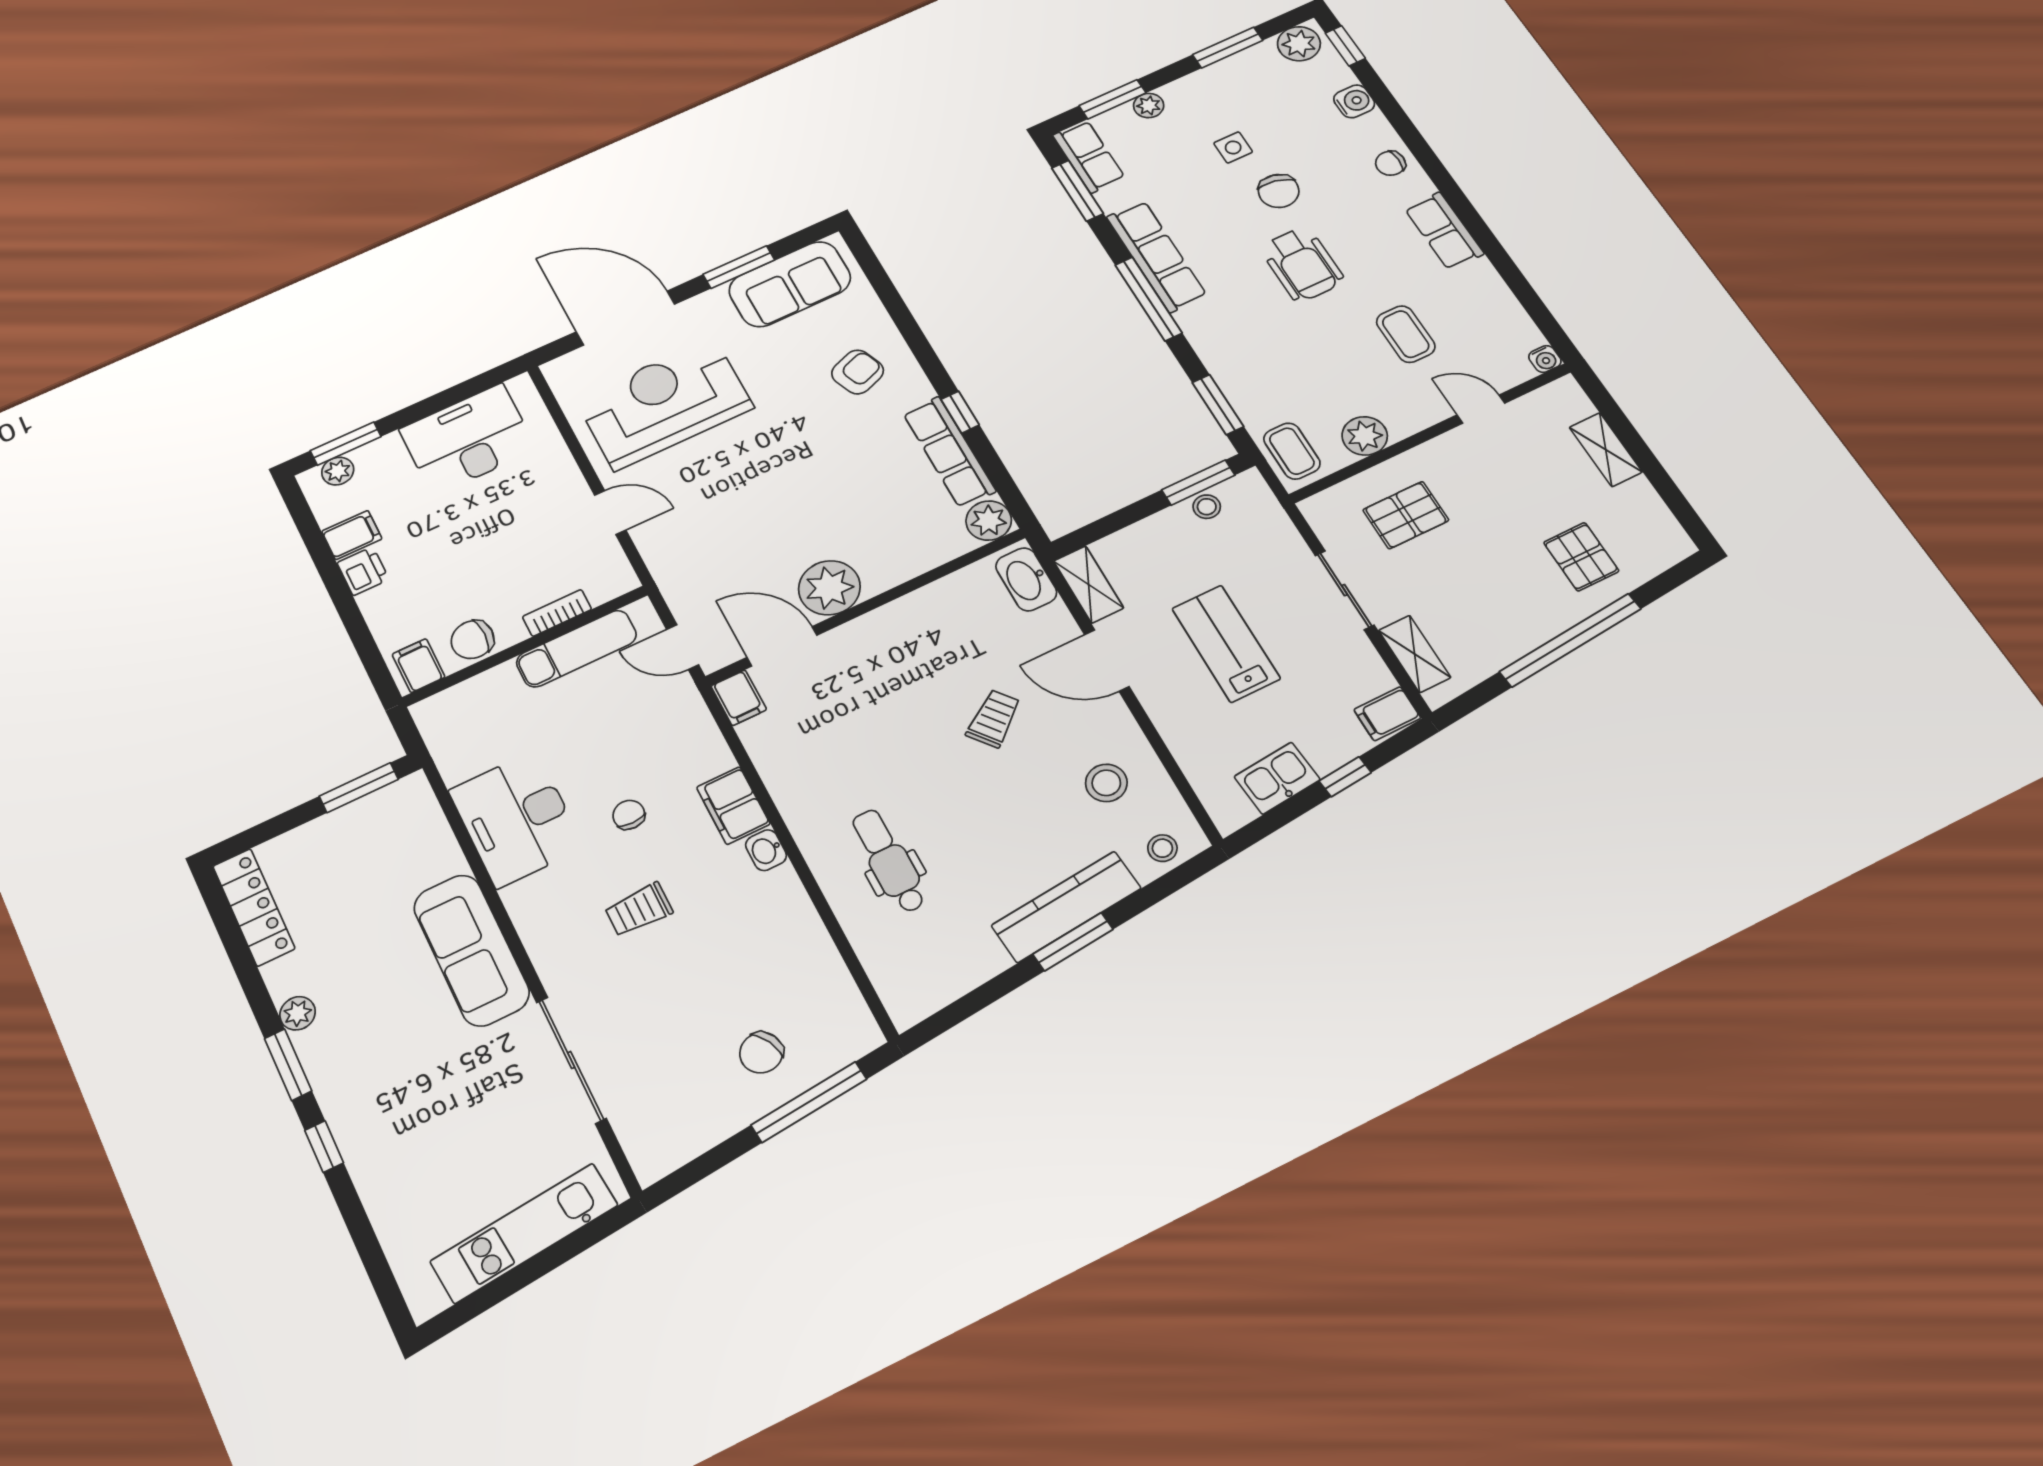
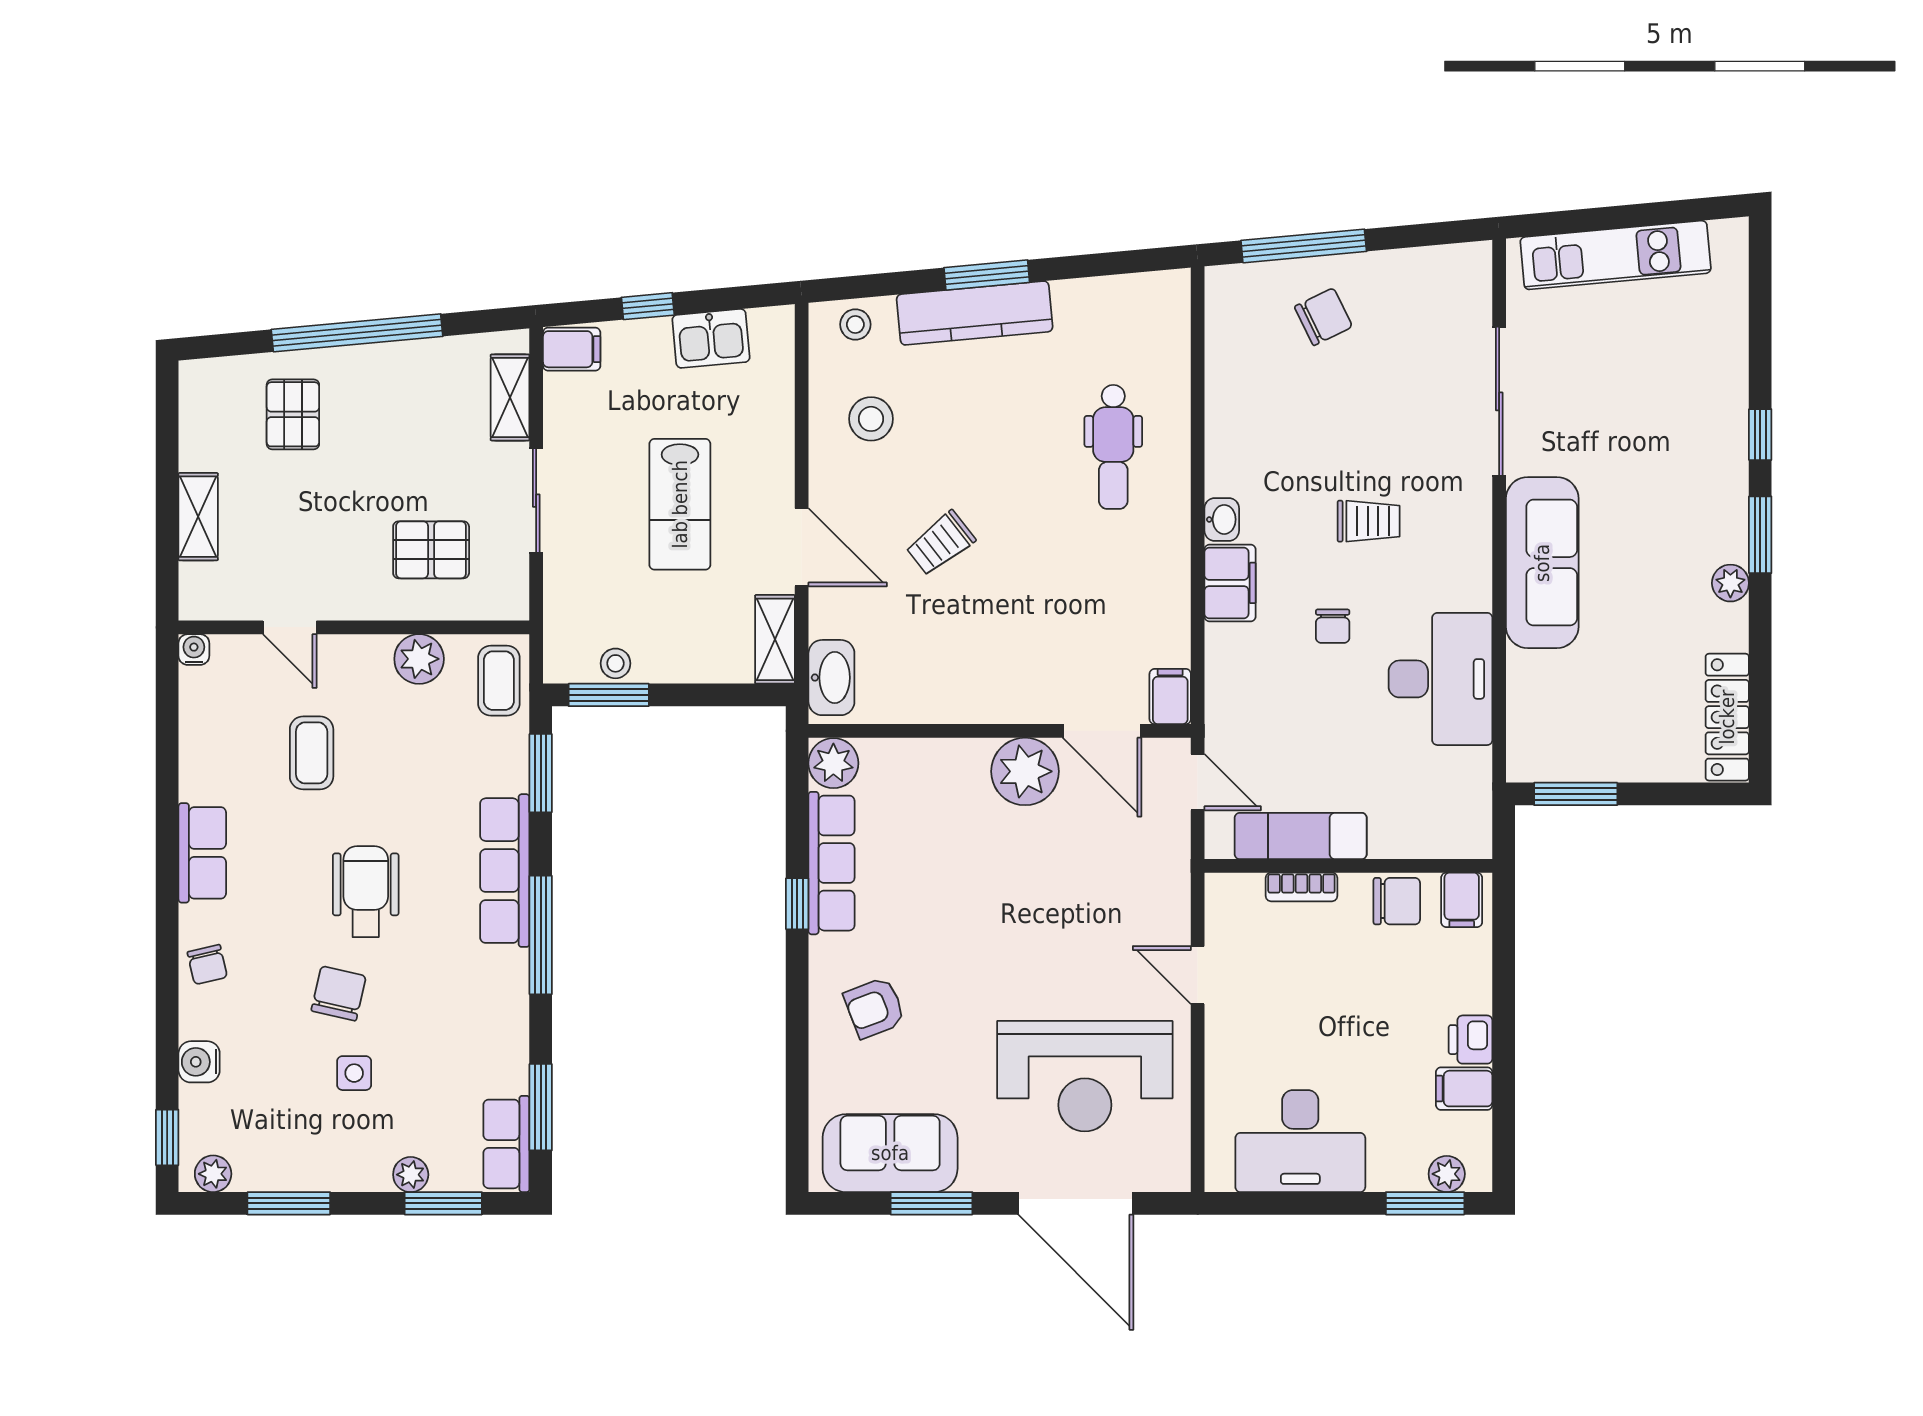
plant: (1299, 44) -> (213, 1174), width x0.73, depth x0.73
chair: (1390, 163) -> (207, 965), turned 77
row of seats: (1157, 256) -> (505, 871), moved

